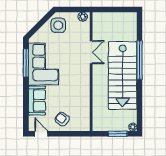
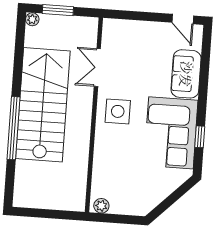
side table: (58, 25) -> (118, 111), moved
double door: (91, 52) -> (97, 68), moved
window: (26, 63) -> (200, 137), width x0.46
armchair: (62, 119) -> (147, 40), removed

